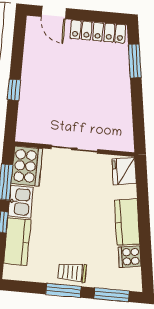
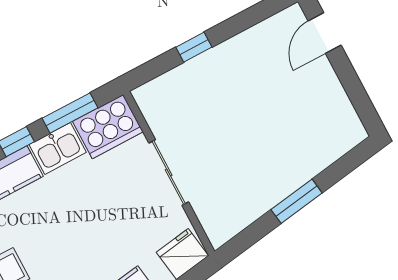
locker: (98, 32) -> (337, 105), removed
window: (135, 61) -> (297, 201), moved

